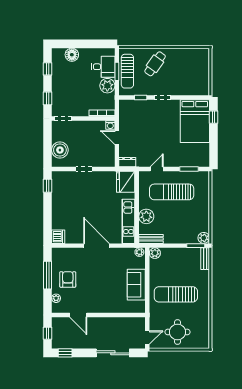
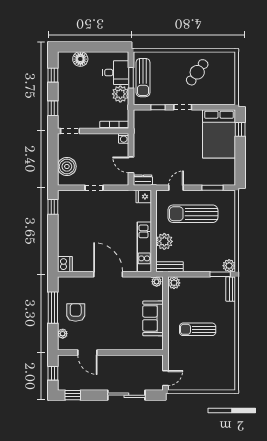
cafe table: (155, 64) -> (197, 72), moved
door: (117, 138) -> (131, 165), moved
fridge: (126, 182) -> (144, 197), width x0.53, depth x0.75
sun lounger: (176, 294) -> (198, 329), width x0.73, depth x0.75
round table: (178, 332) -> (199, 372), removed

